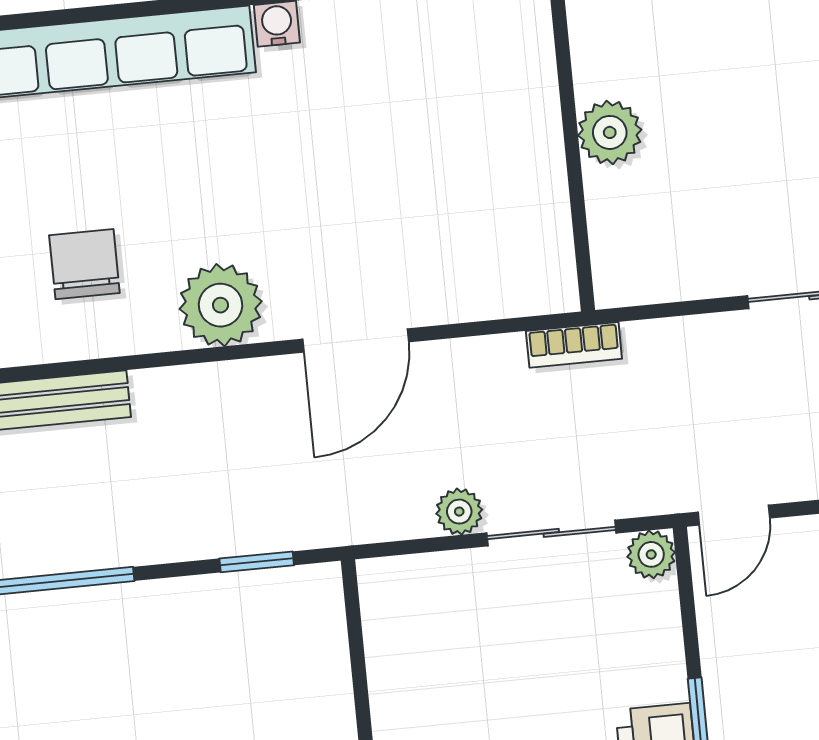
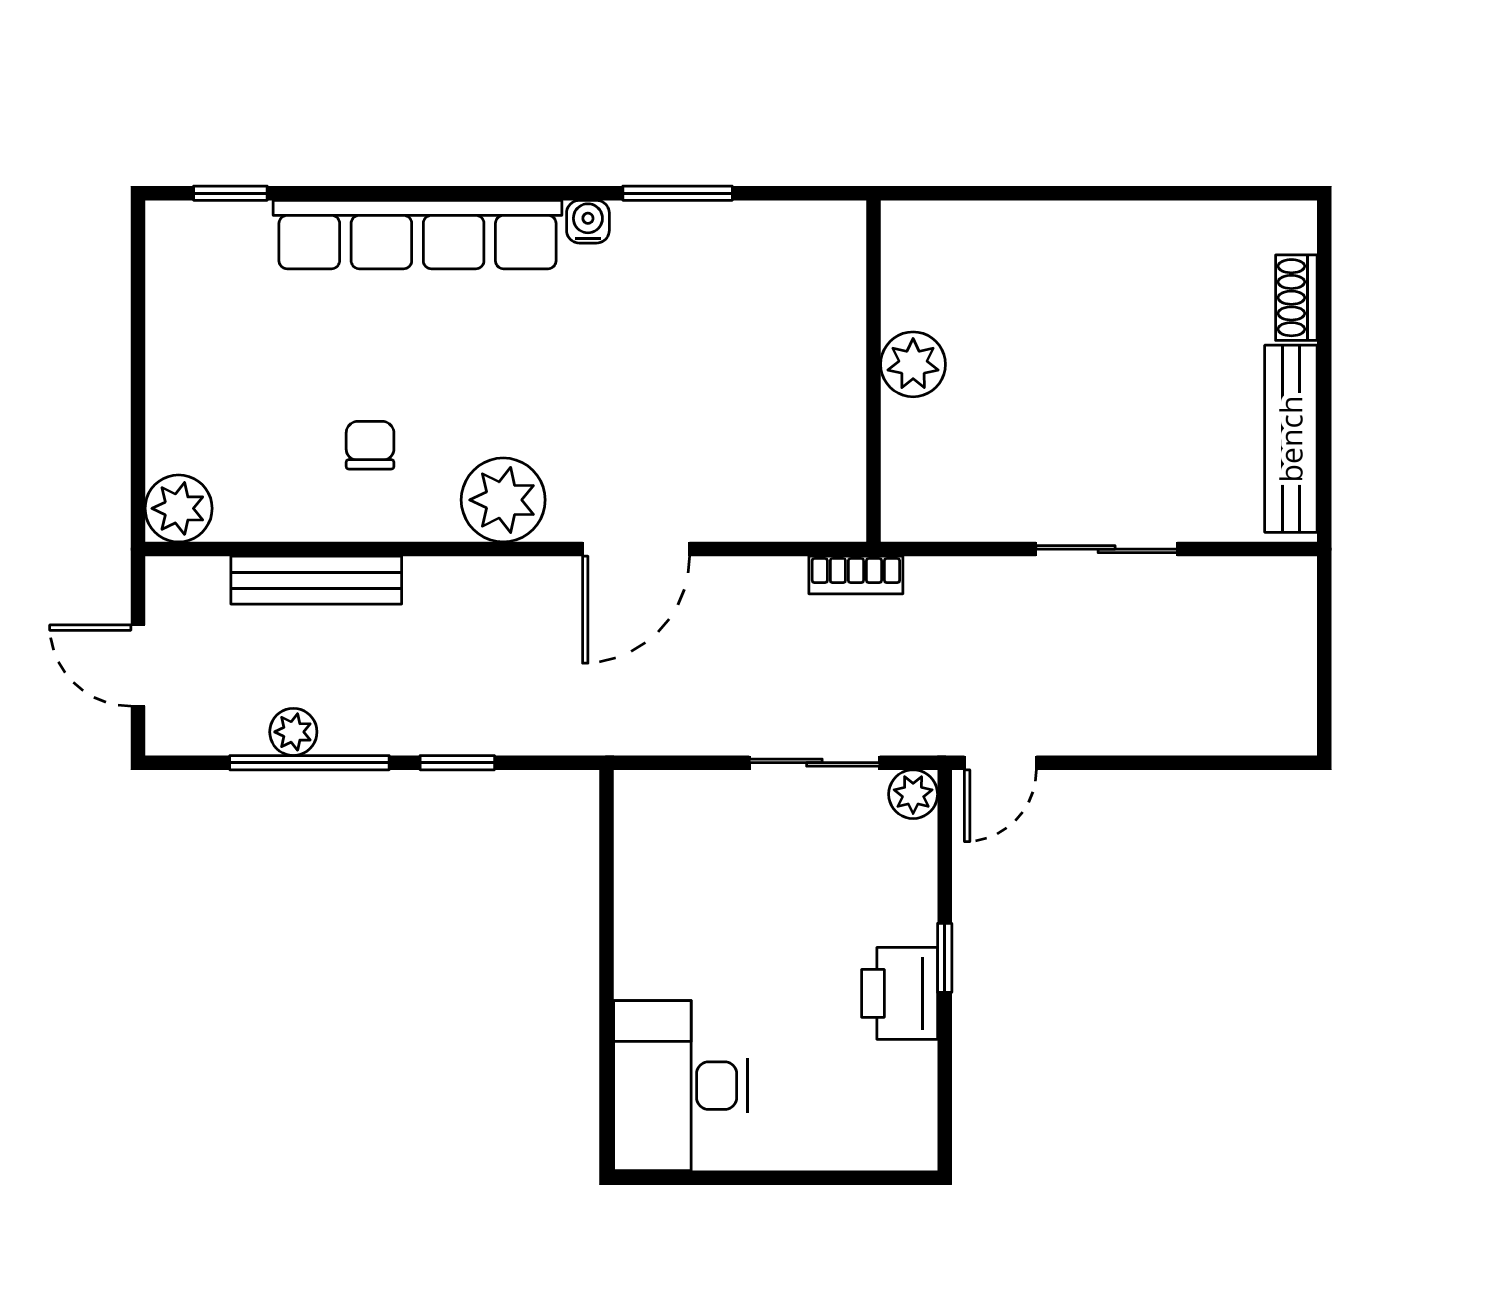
chair: (84, 264) -> (370, 445), width x0.73, depth x0.73
plant: (459, 512) -> (293, 732), moved
window: (257, 562) -> (457, 763), moved

